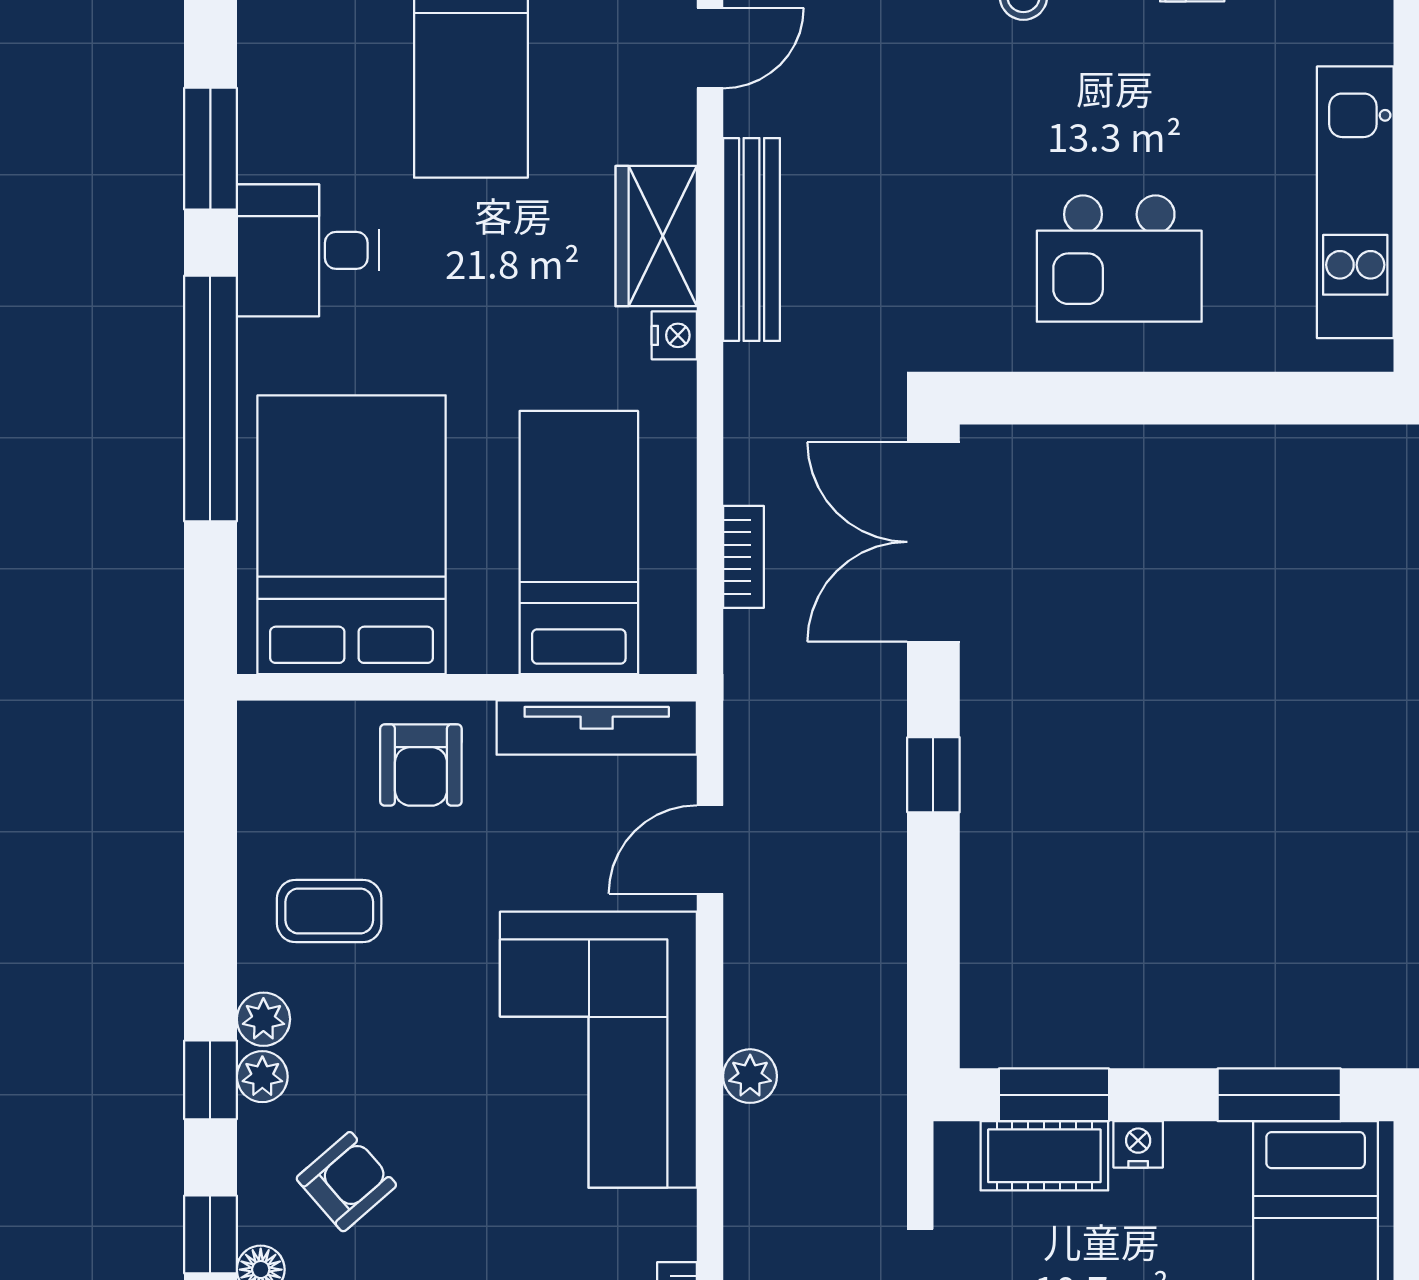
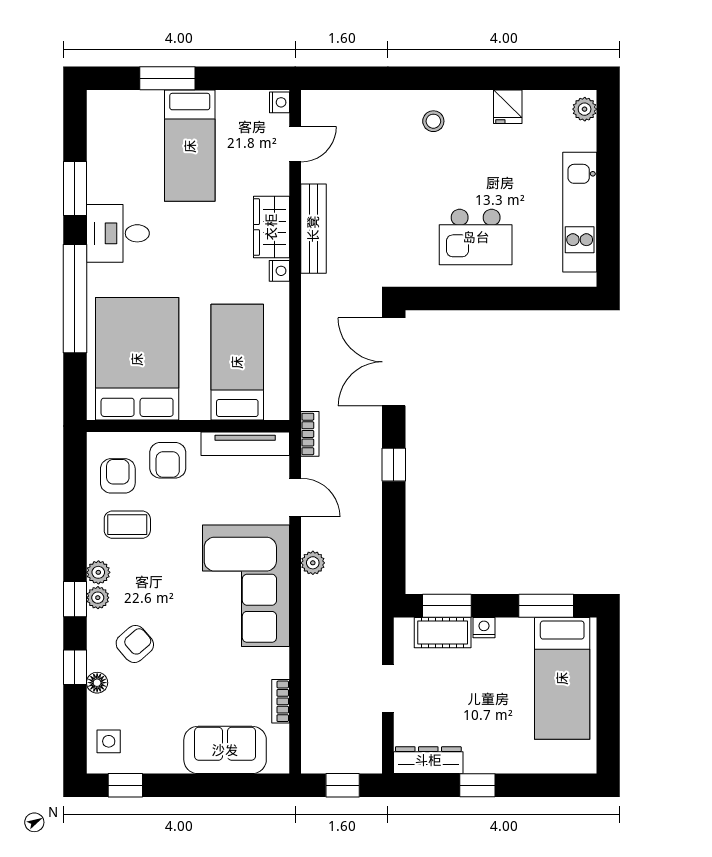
bookcase: (744, 557) -> (310, 434), moved
armchair: (308, 800) -> (118, 476), added
door: (710, 849) -> (295, 498), swing flipped
plant: (750, 1076) -> (313, 563), moved

